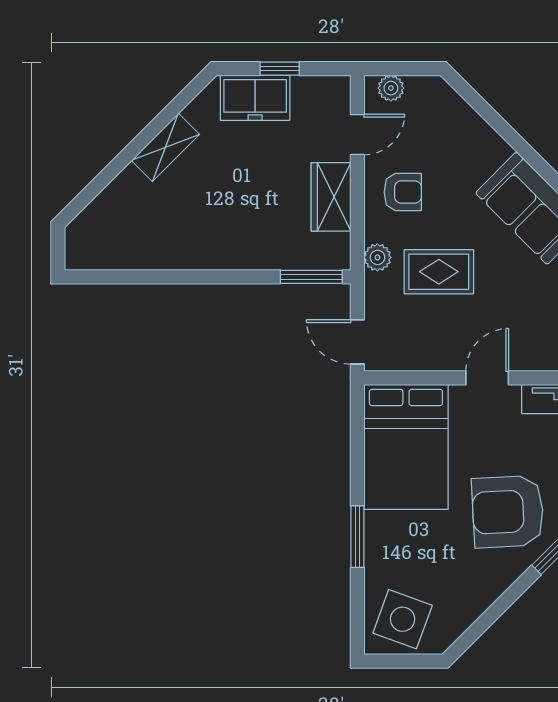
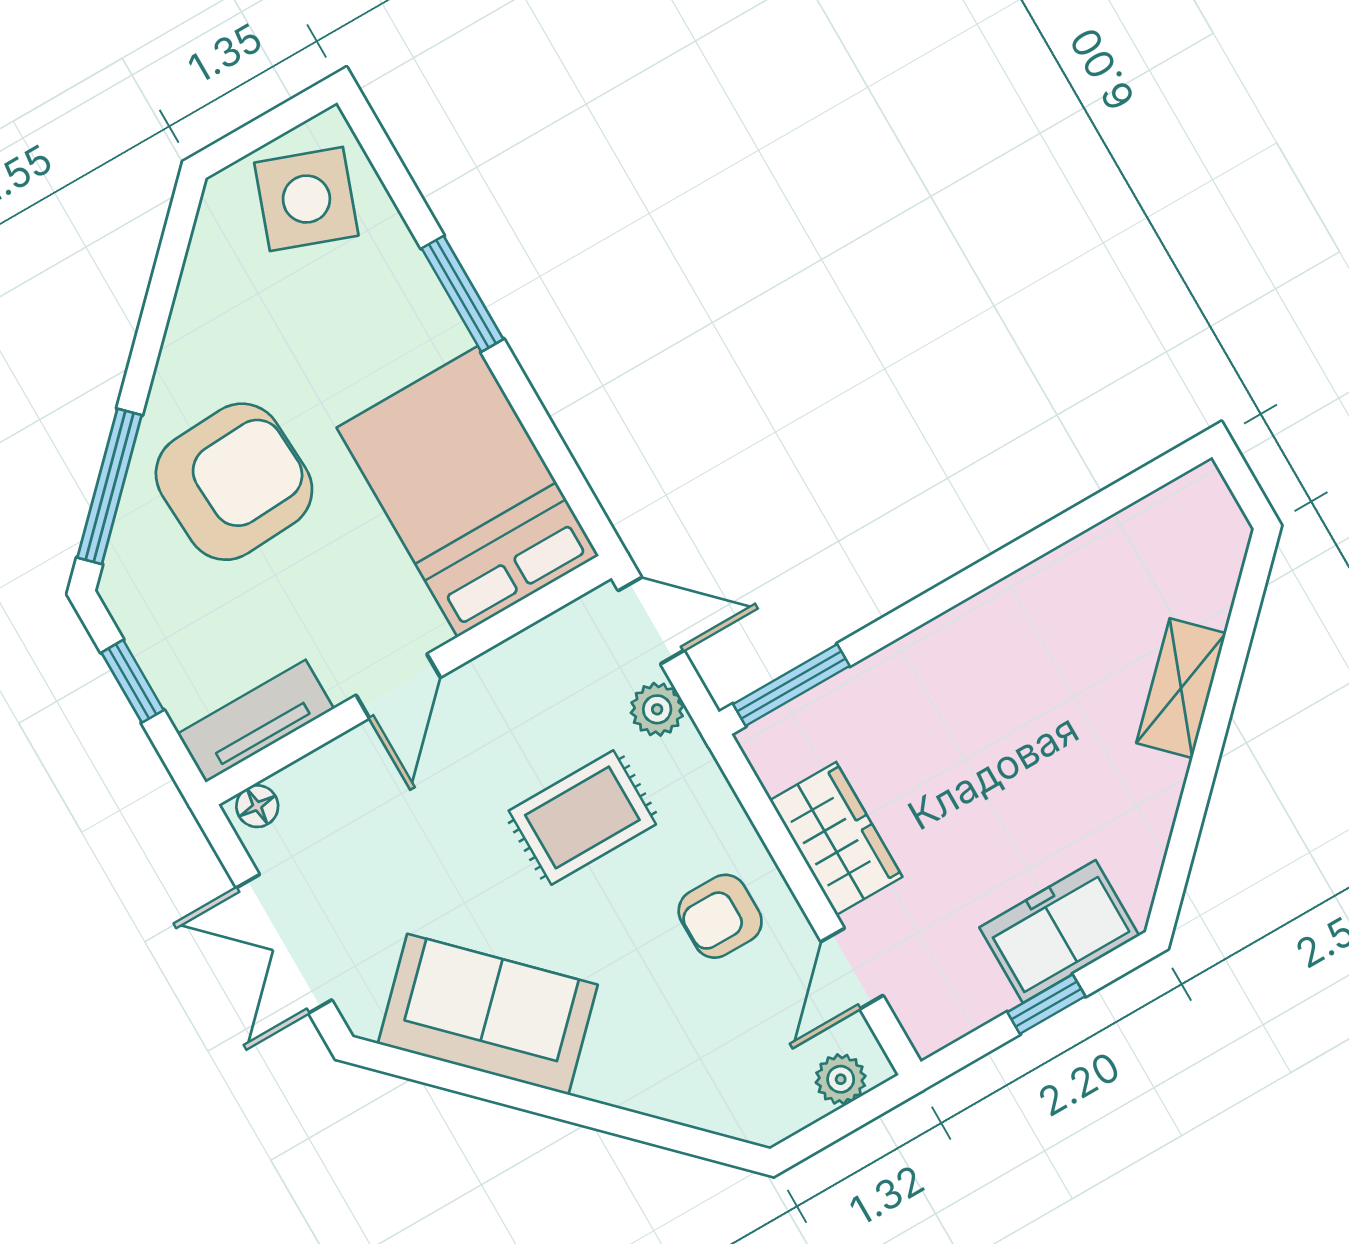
shelving: (165, 147) -> (1181, 688), moved
plant: (377, 257) -> (657, 709), moved

